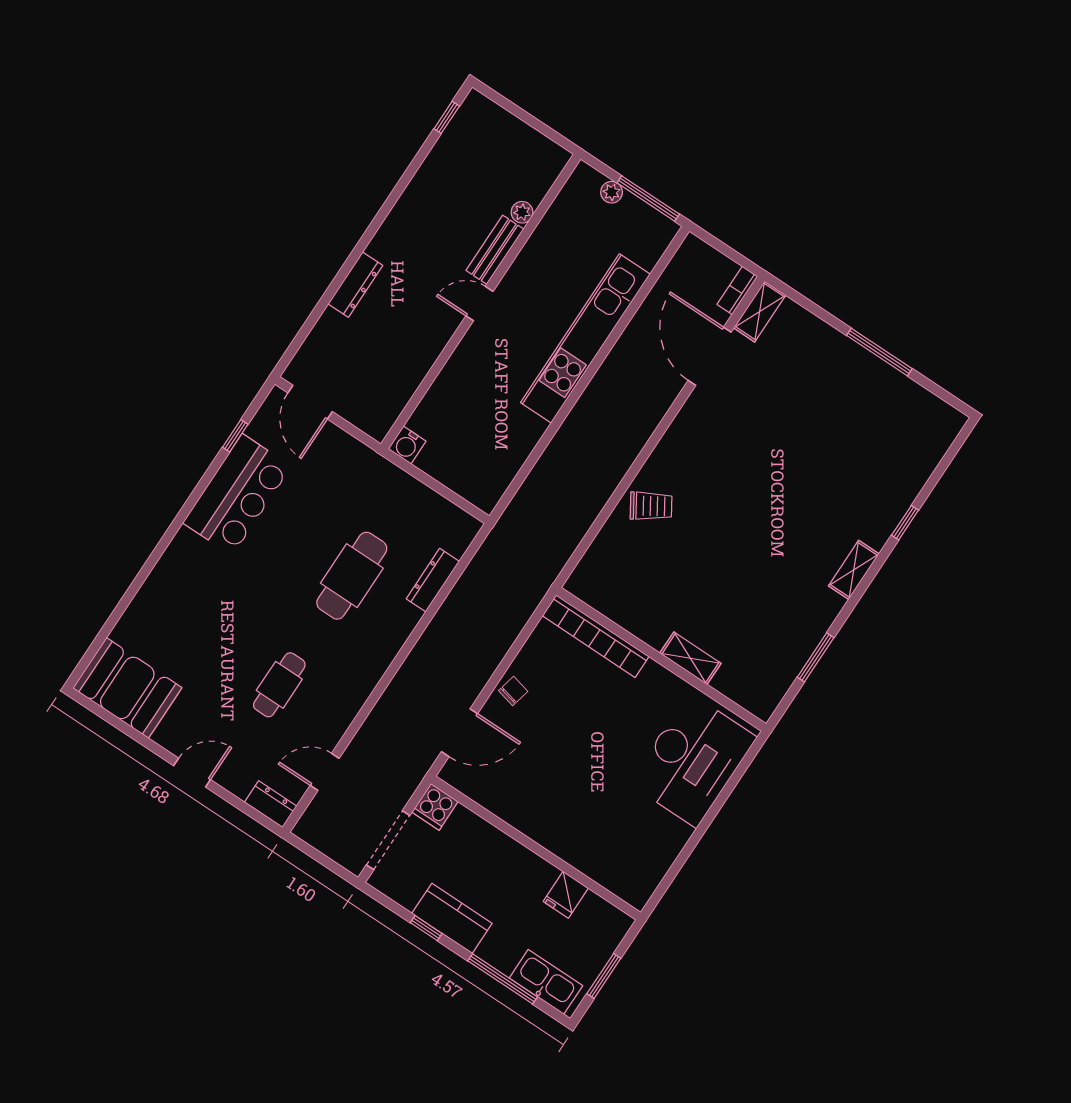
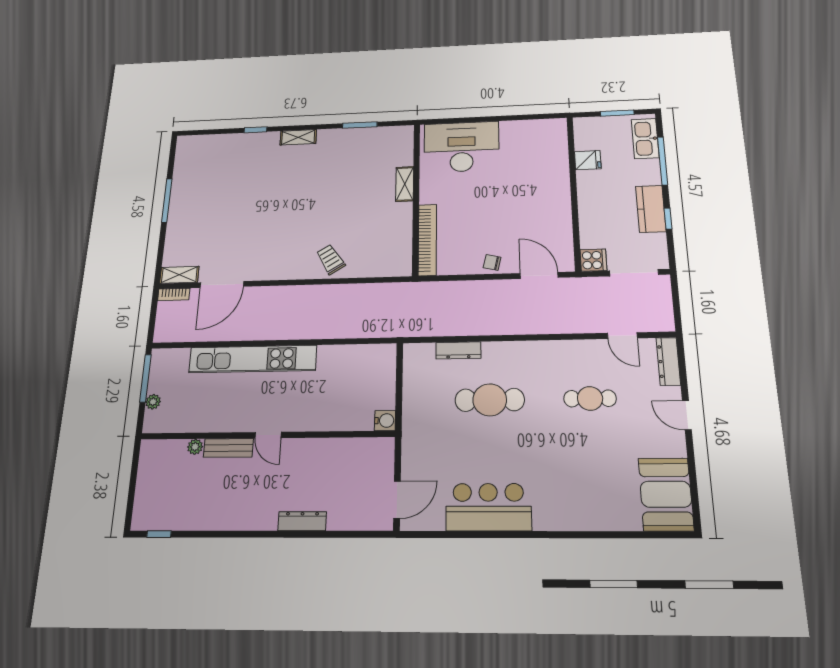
window: (235, 436) -> (451, 534), removed
dresser: (271, 804) -> (668, 361), width x1.44

